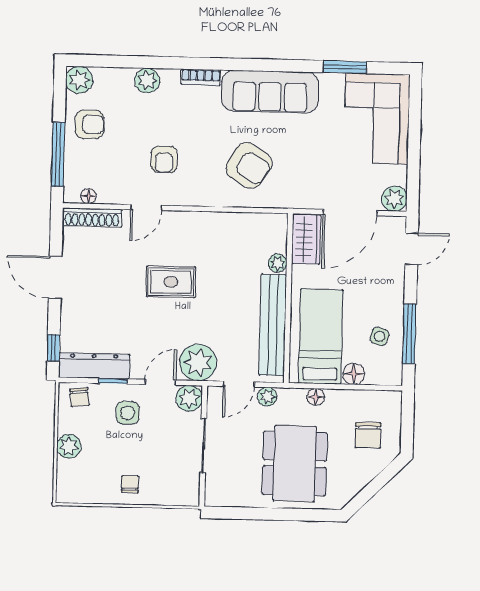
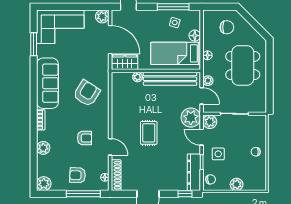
armchair: (90, 124) -> (78, 175), moved, turned -87
dining table: (295, 464) -> (243, 66), turned 90

